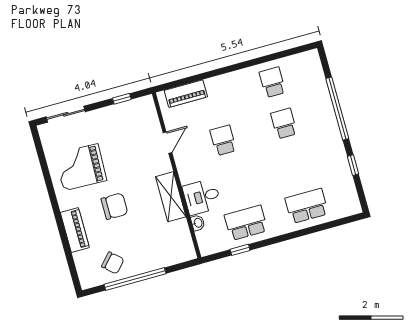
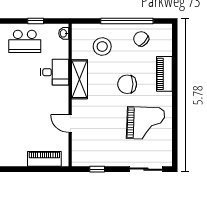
school desk: (223, 140) -> (25, 113), removed
door: (167, 143) -> (70, 124), hinge flipped
washbasin: (198, 223) -> (64, 33), moved
stool: (155, 242) -> (102, 46), added

